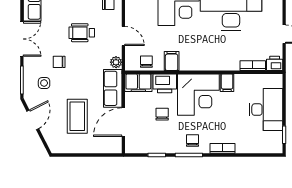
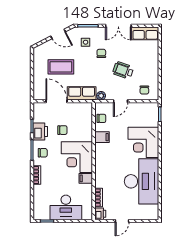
wheelchair: (82, 33) -> (123, 70), turned -71
filing cabinet: (138, 83) -> (86, 112), removed
printer: (165, 83) -> (40, 131), moved, turned 180

